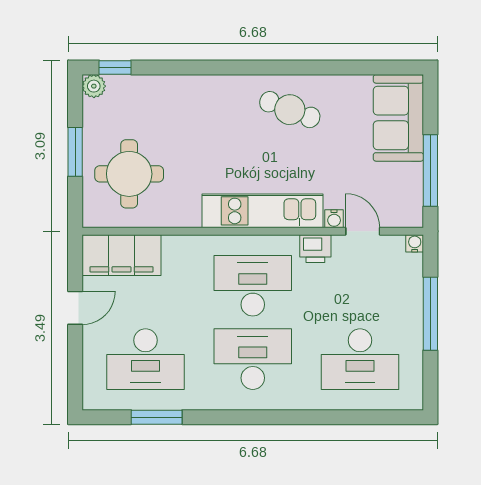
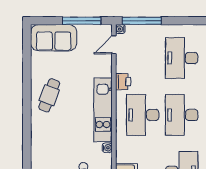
water cooler: (334, 219) -> (107, 148), moved
door: (363, 231) -> (114, 45), moved
window: (430, 314) -> (142, 21), moved
desk: (360, 359) -> (182, 58), turned 180

